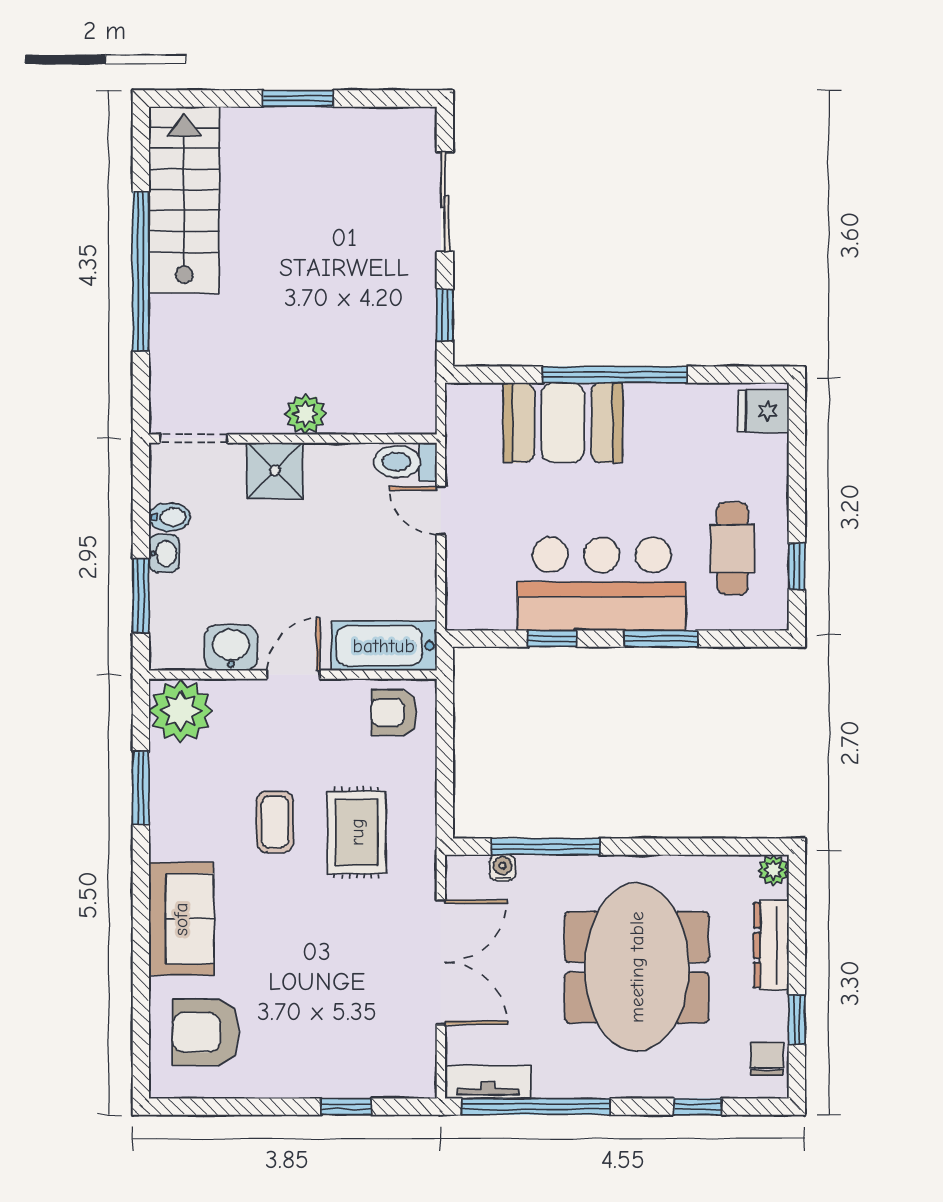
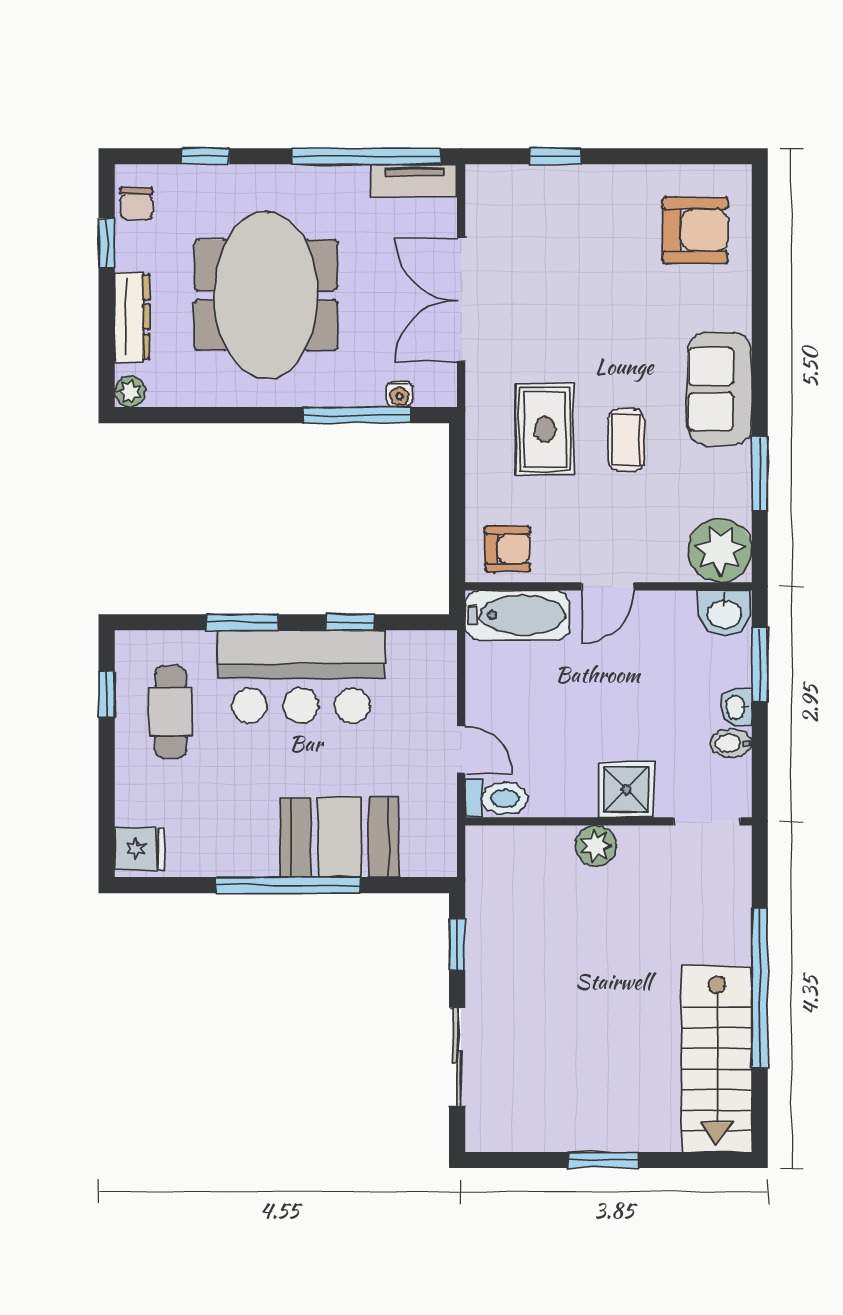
washbasin: (231, 648) -> (724, 613), moved
sofa: (181, 919) -> (719, 389), moved

